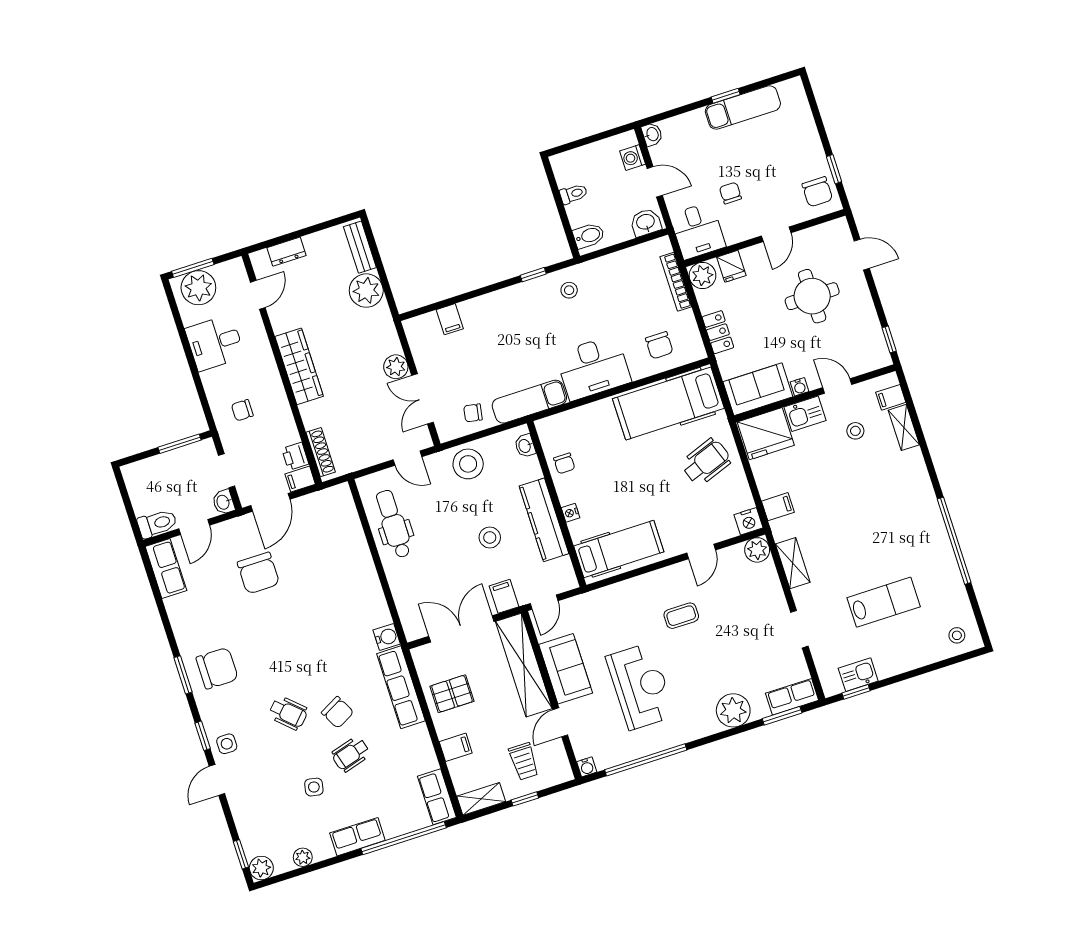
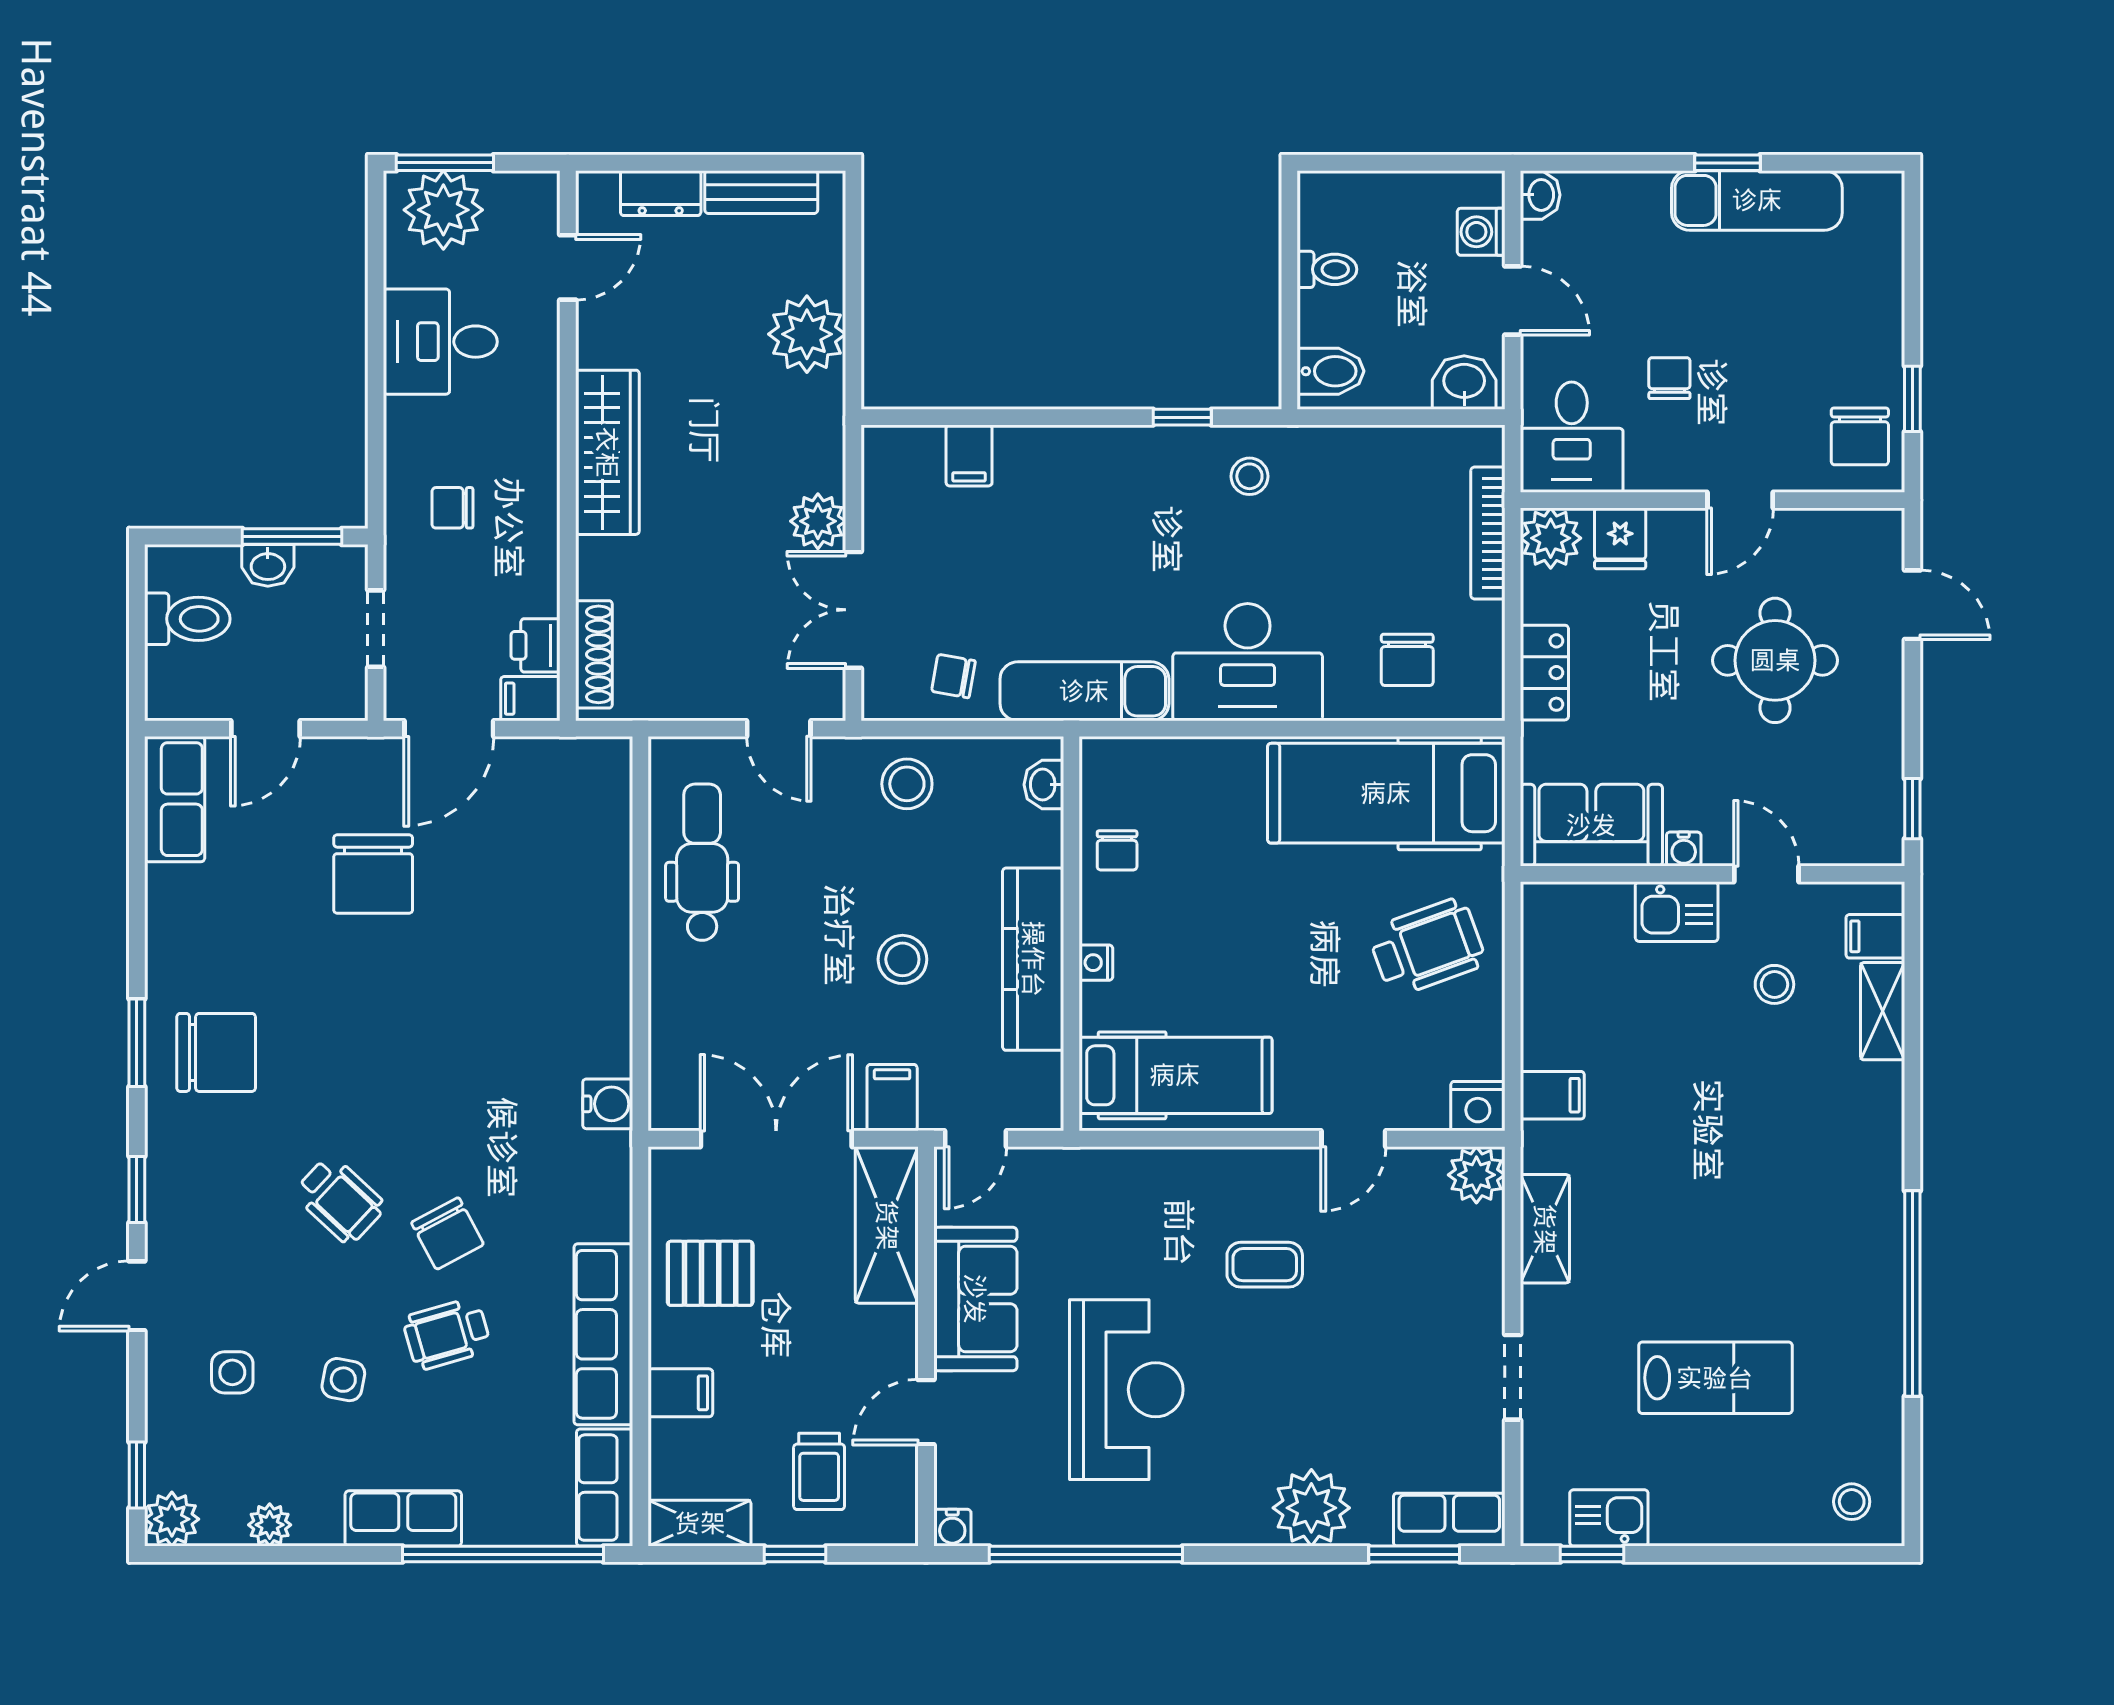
bench: (360, 247) -> (761, 192), moved, turned 90
fridge: (766, 434) -> (1577, 928), removed
stool: (468, 464) -> (907, 784), width x0.73, depth x0.73
washbasin: (223, 502) -> (268, 565), moved, turned -90
toilet: (157, 524) -> (187, 619), moved
shelving: (524, 665) -> (887, 1225), width x0.68
row of seats: (401, 687) -> (603, 1334), moved
side table: (227, 744) -> (232, 1372), moved

